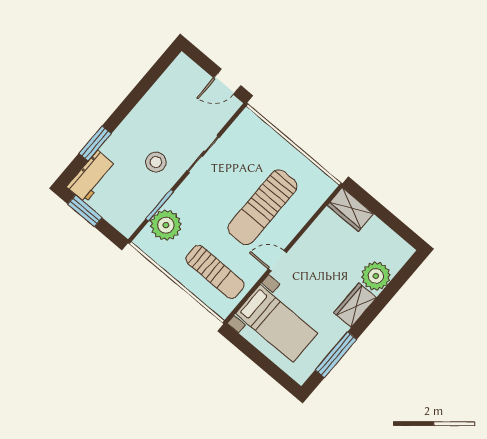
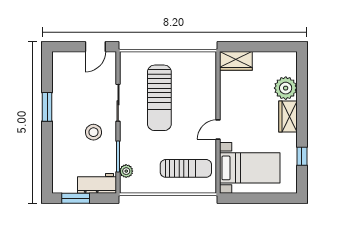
window: (95, 143) -> (47, 107), moved
workbench: (91, 177) -> (97, 183), moved, turned -90
sun lounger: (262, 207) -> (159, 98), moved
plant: (166, 225) -> (126, 171), width x0.53, depth x0.53
window: (336, 355) -> (302, 156), width x0.46

